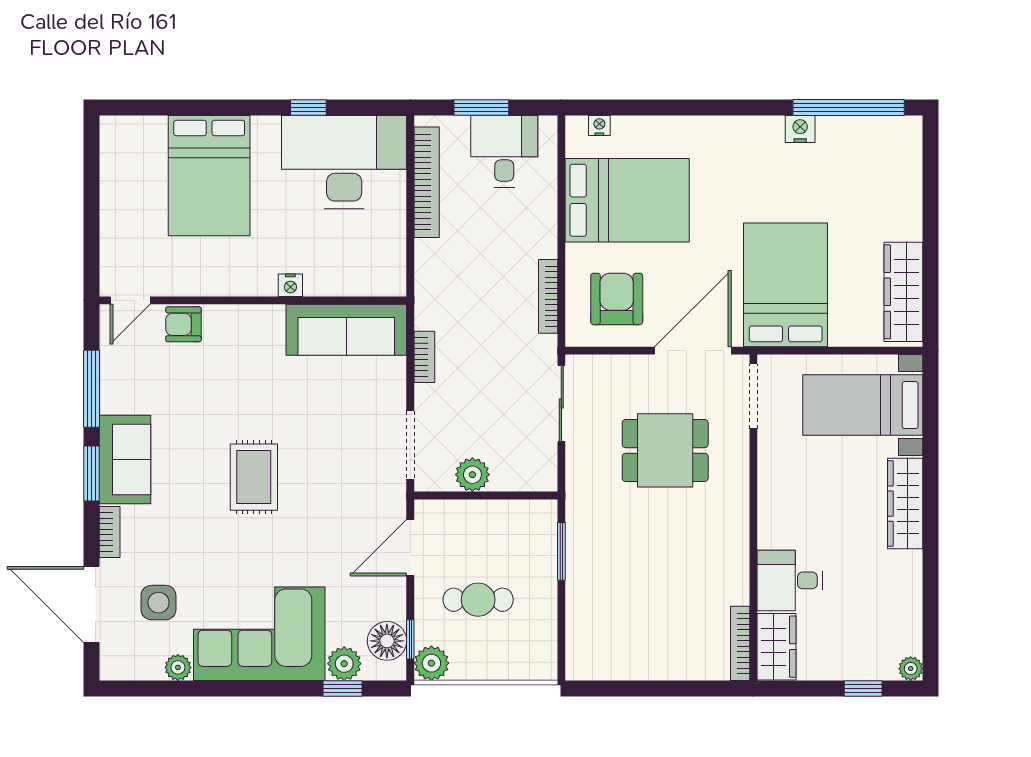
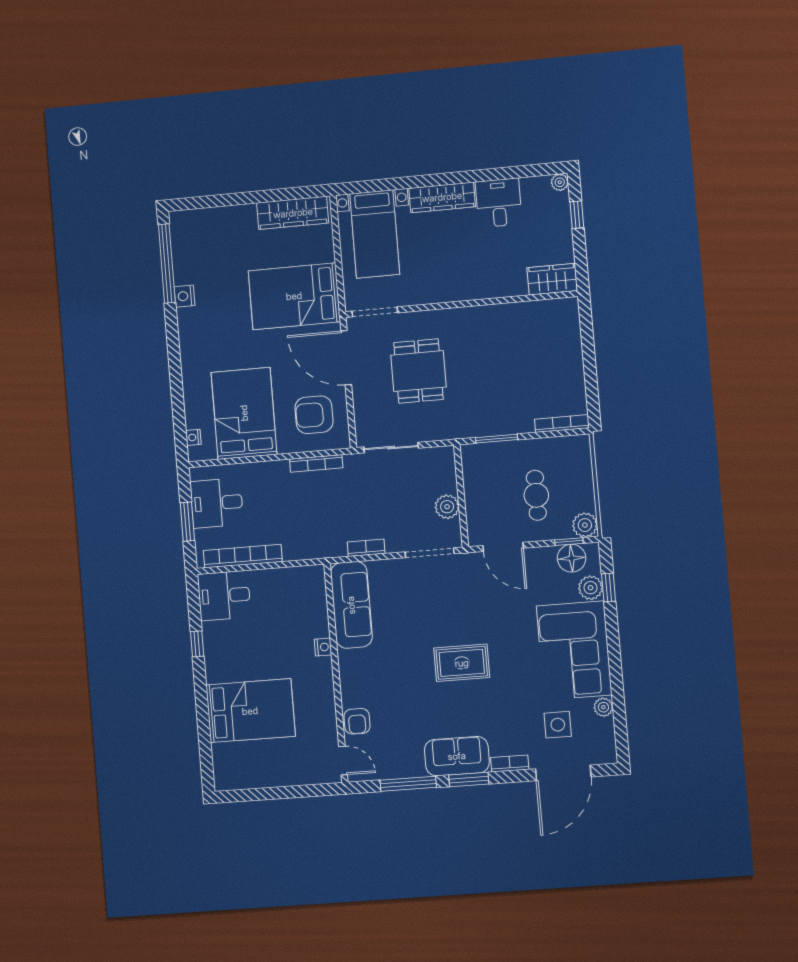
desk: (344, 162) -> (224, 596), width x0.53, depth x0.77
desk: (790, 580) -> (499, 203), moved, turned 180
bookcase: (740, 643) -> (562, 424), moved, turned 180

